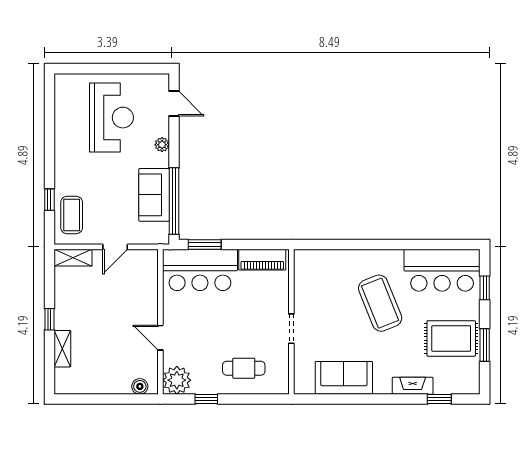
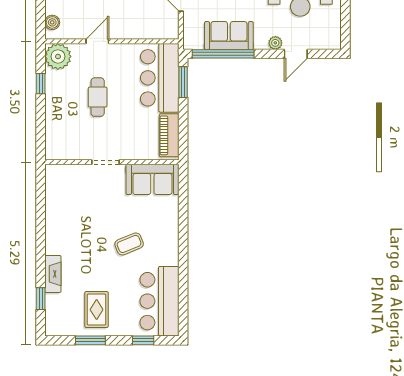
door: (174, 103) -> (296, 54), moved
coffee table: (380, 303) -> (129, 244), width x0.54, depth x0.58
rug: (451, 338) -> (97, 310), width x0.73, depth x0.70
cafe table: (244, 368) -> (98, 97), moved
sofa: (344, 378) -> (152, 179), moved, turned 90

